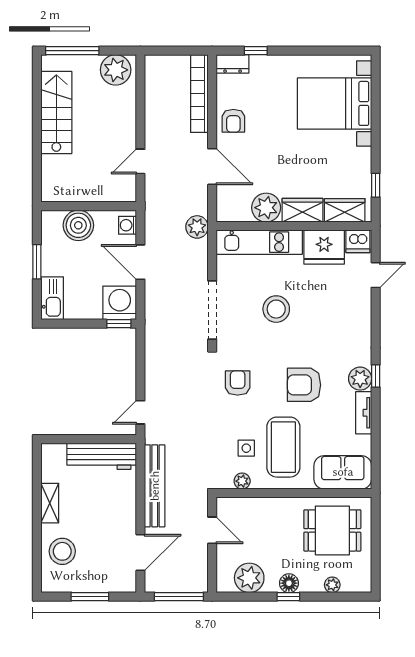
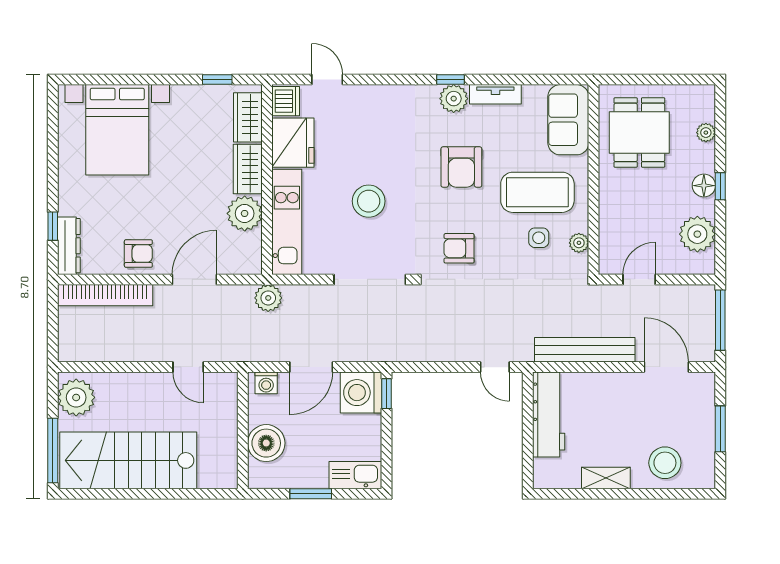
dresser: (233, 64) -> (69, 246), width x1.44
stairs: (56, 112) -> (128, 460), width x1.36, depth x1.51

